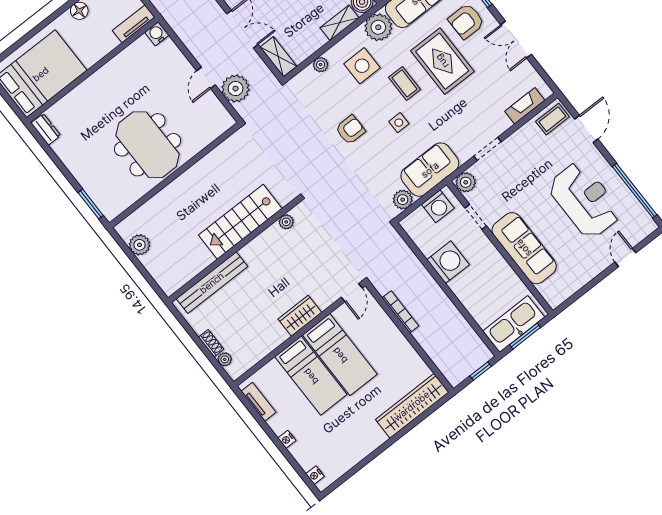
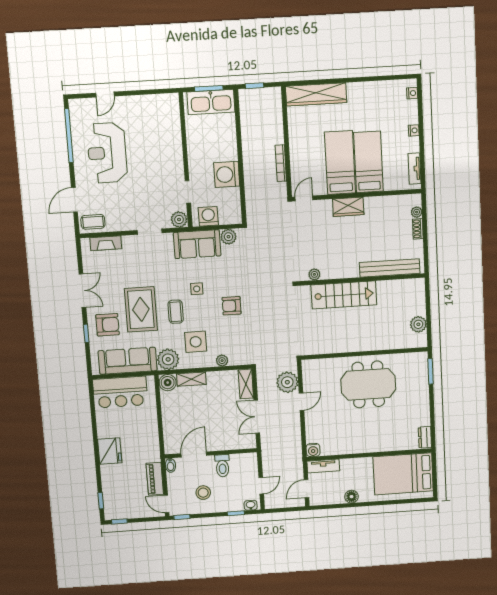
meeting table: (148, 145) -> (368, 384), turned 90
sofa: (524, 248) -> (170, 149), removed

